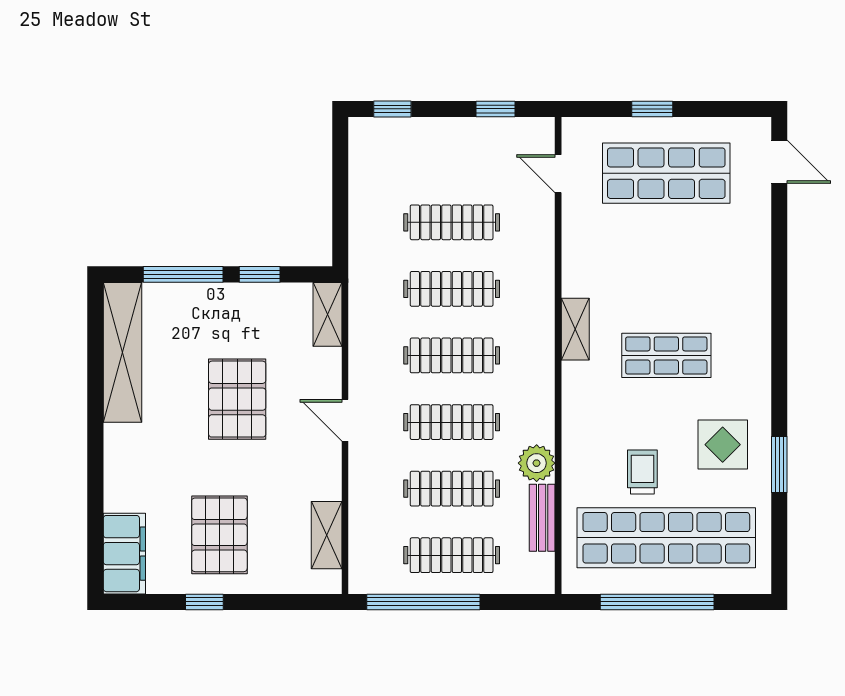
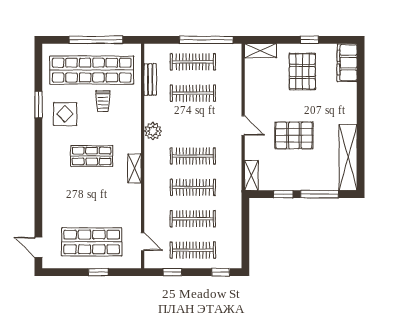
pallet: (237, 399) -> (294, 135), turned 90
clothes rail: (452, 422) -> (193, 250), moved
plant: (537, 463) -> (153, 131), moved
shelving: (327, 535) -> (260, 51), moved, turned 90

